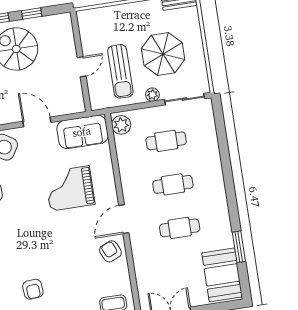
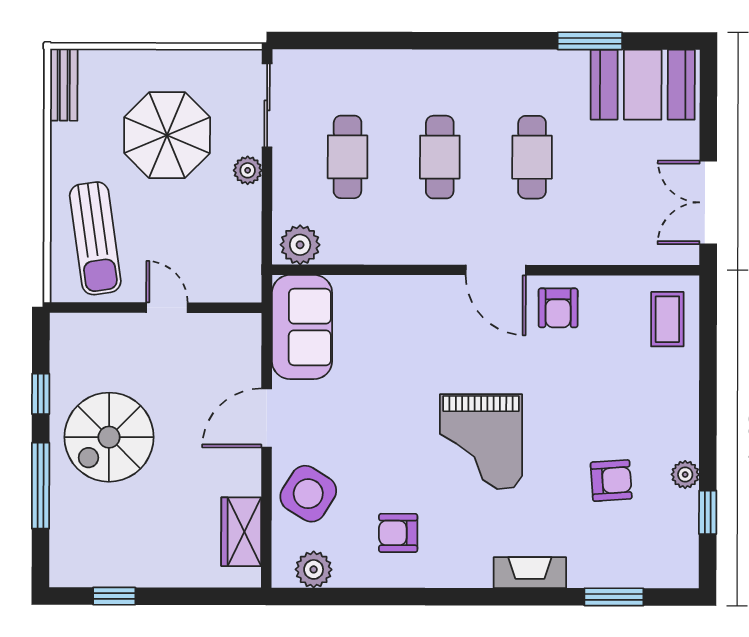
sun lounger: (120, 71) -> (95, 238), moved, turned 82
grand piano: (70, 188) -> (481, 442), moved
armchair: (110, 251) -> (558, 308), turned -66

